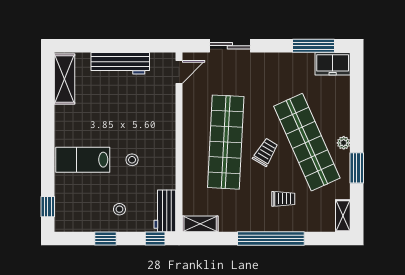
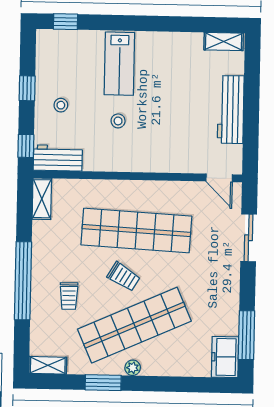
shelving: (64, 79) -> (224, 42), width x0.67, depth x0.75
lab bench: (83, 160) -> (119, 64), turned 180

